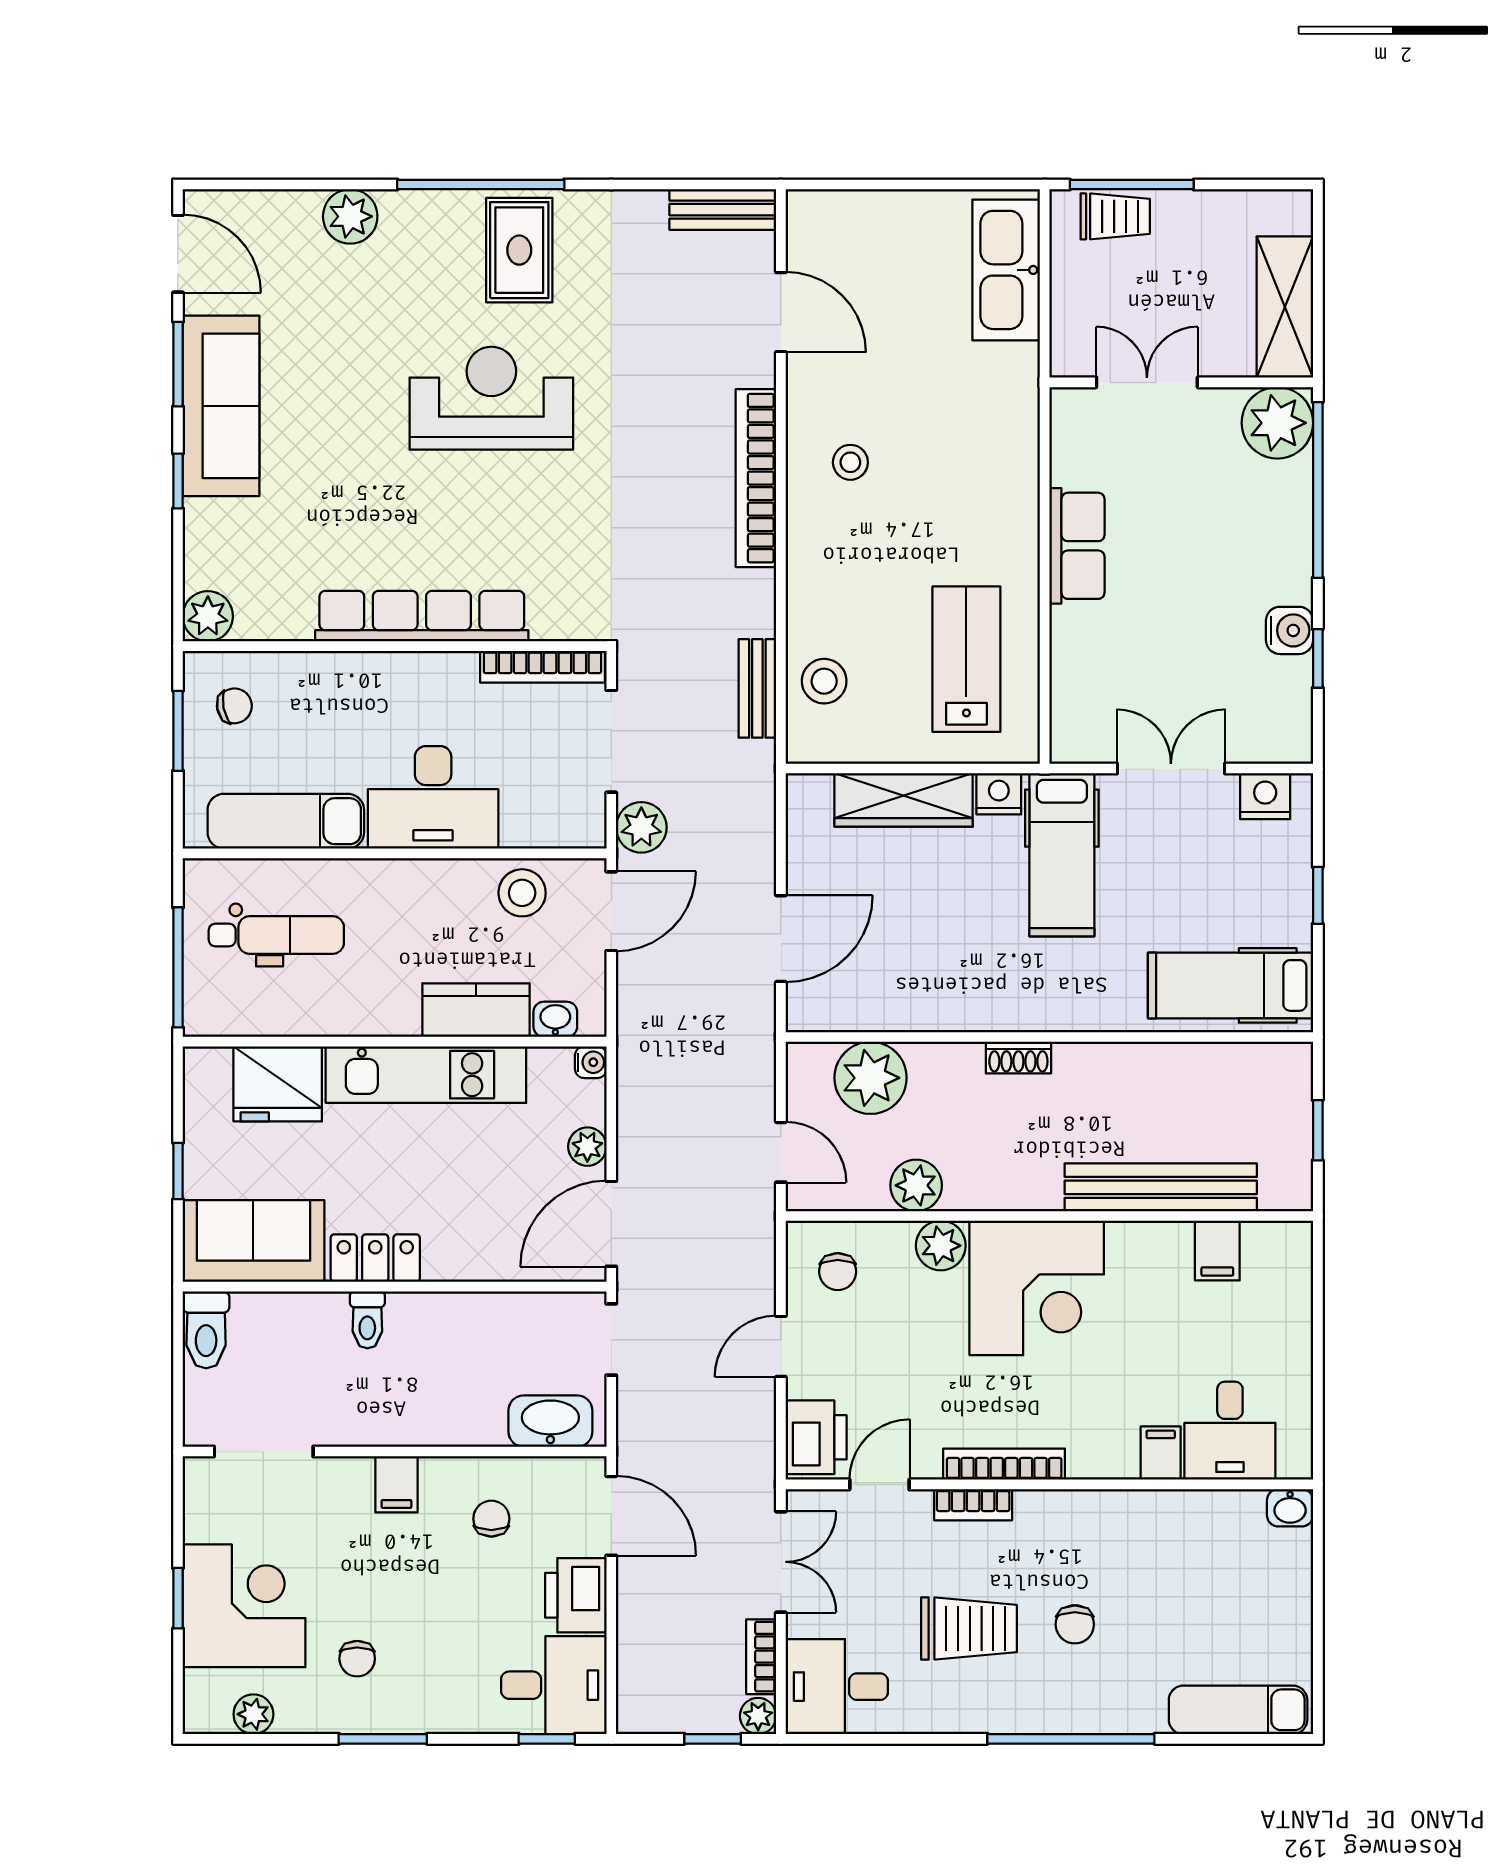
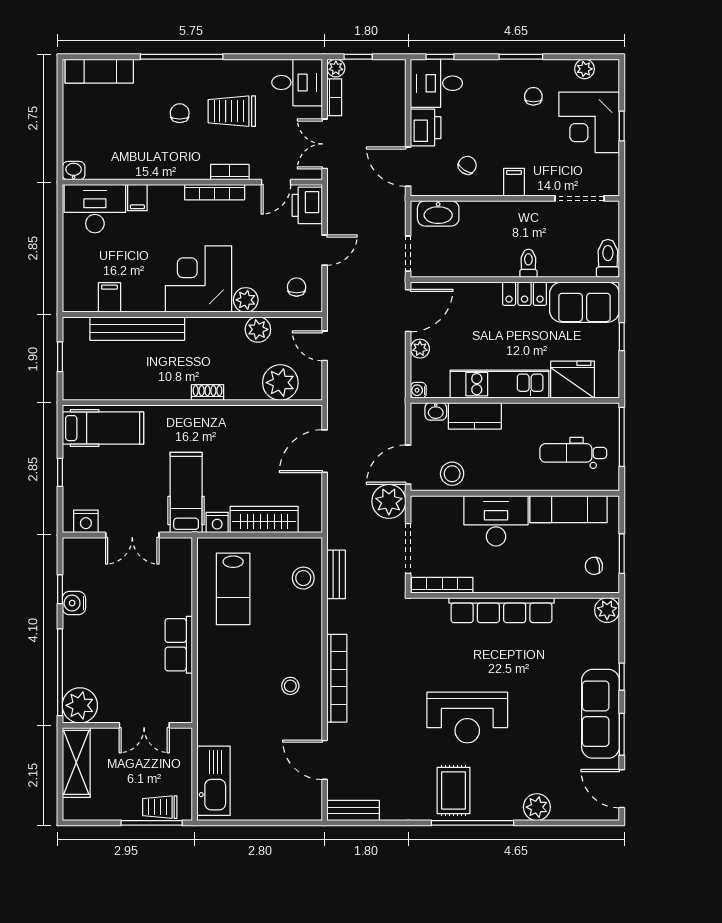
plant: (641, 827) -> (389, 501), width x1.36, depth x1.36
desk: (1230, 1431) -> (95, 209), width x1.37
chair: (491, 1519) -> (467, 165), turned -147

